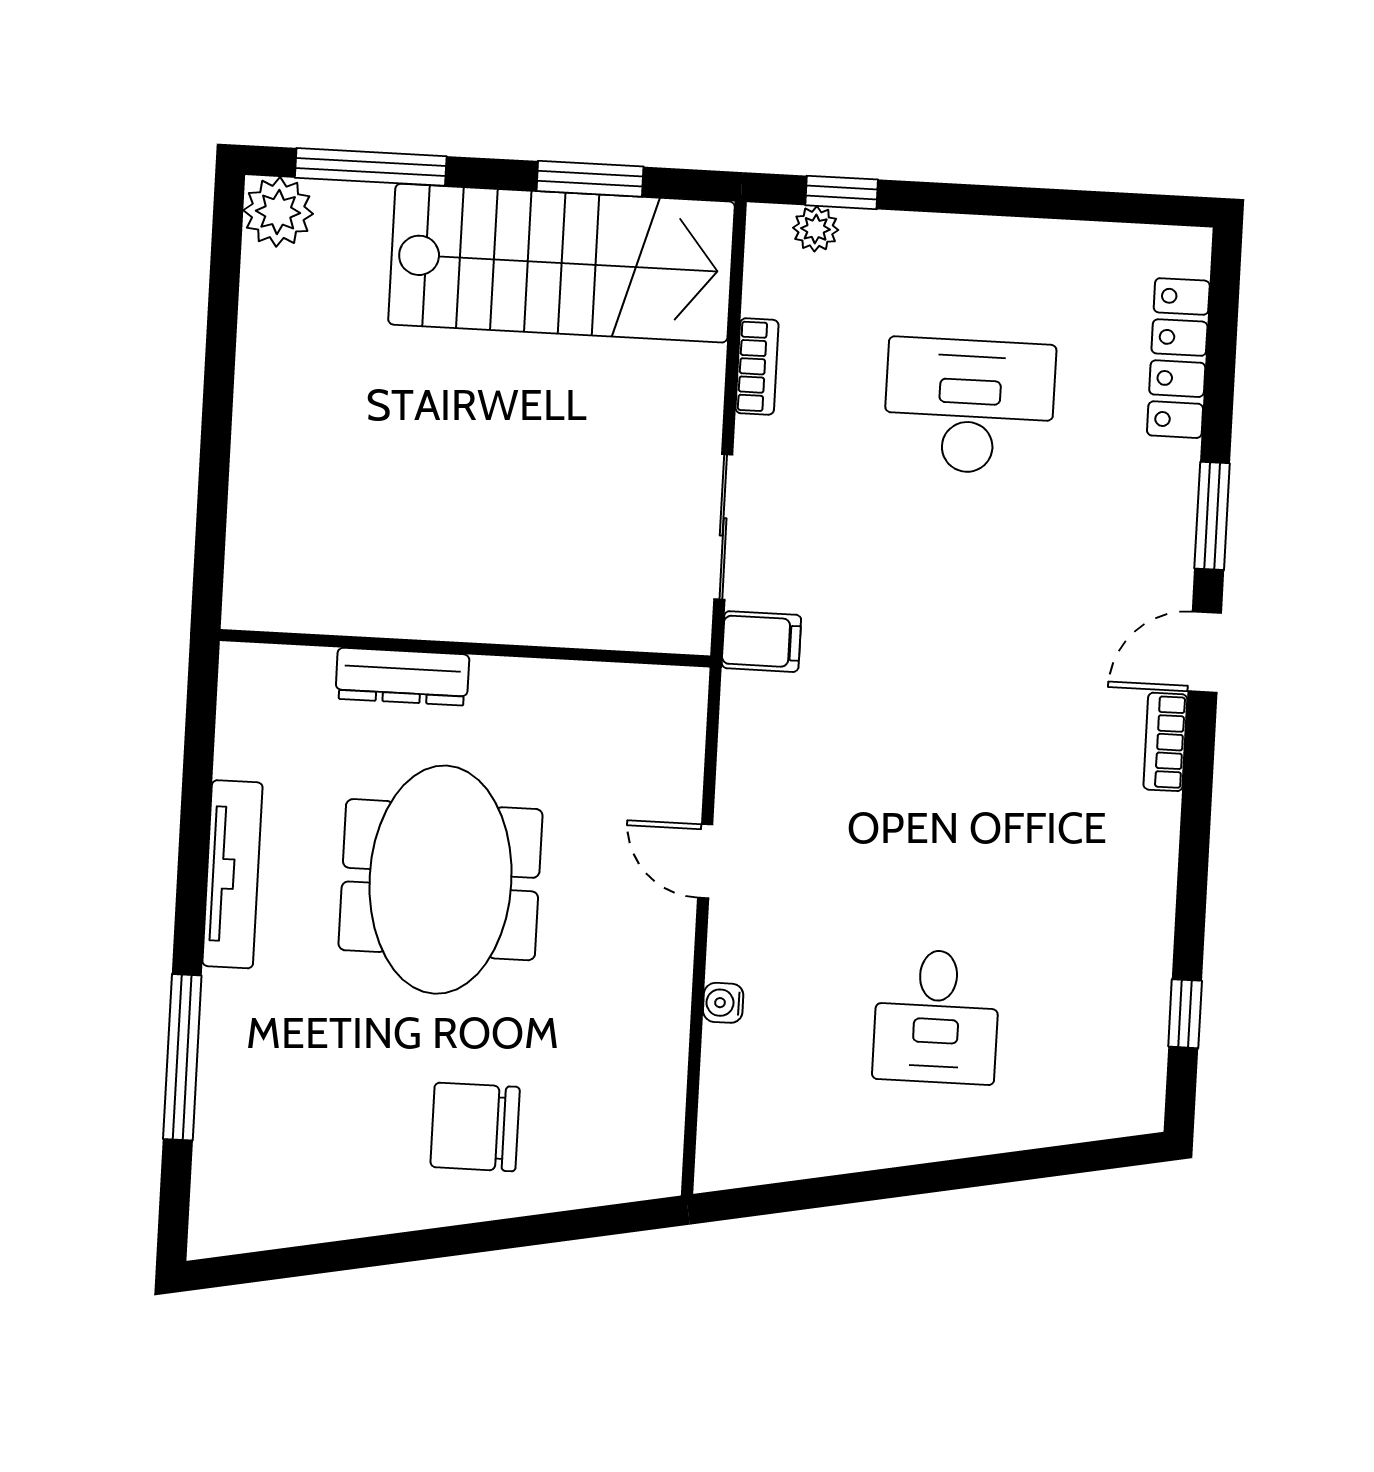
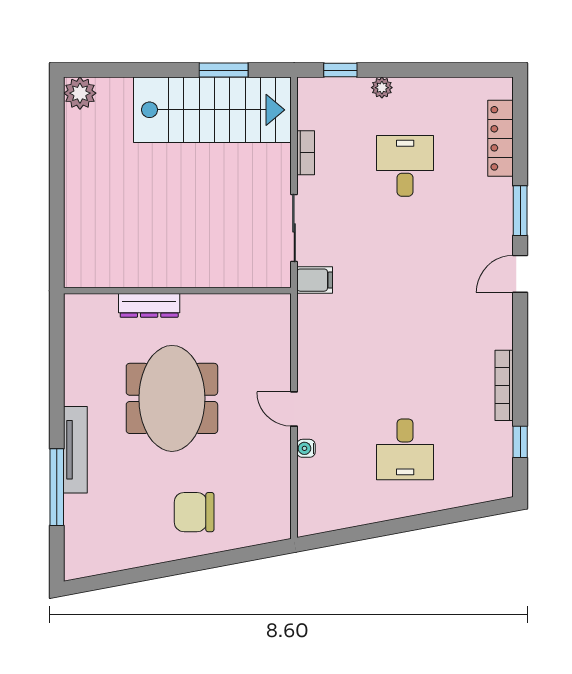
window: (371, 167) -> (122, 70), removed
plant: (816, 229) -> (382, 88), moved
desk: (969, 406) -> (405, 166), width x0.73
bookcase: (1165, 742) -> (504, 385), moved, width x1.56
door: (705, 861) -> (294, 409), moved
tv unit: (232, 874) -> (75, 450), moved

